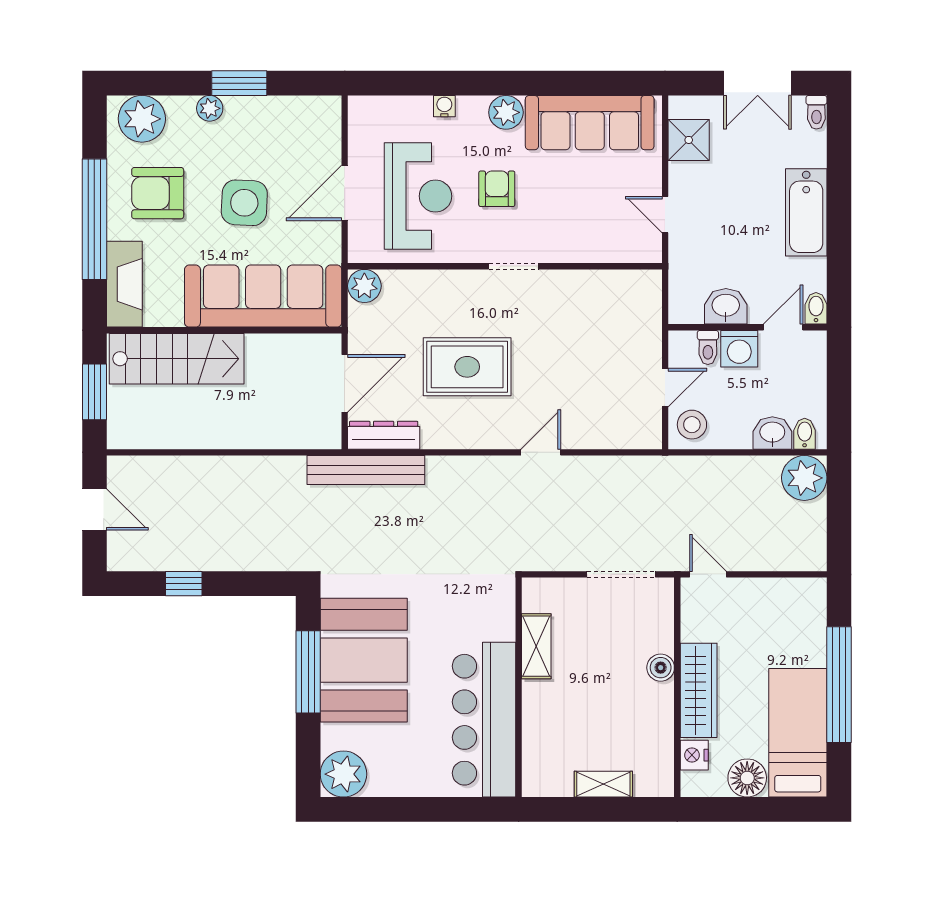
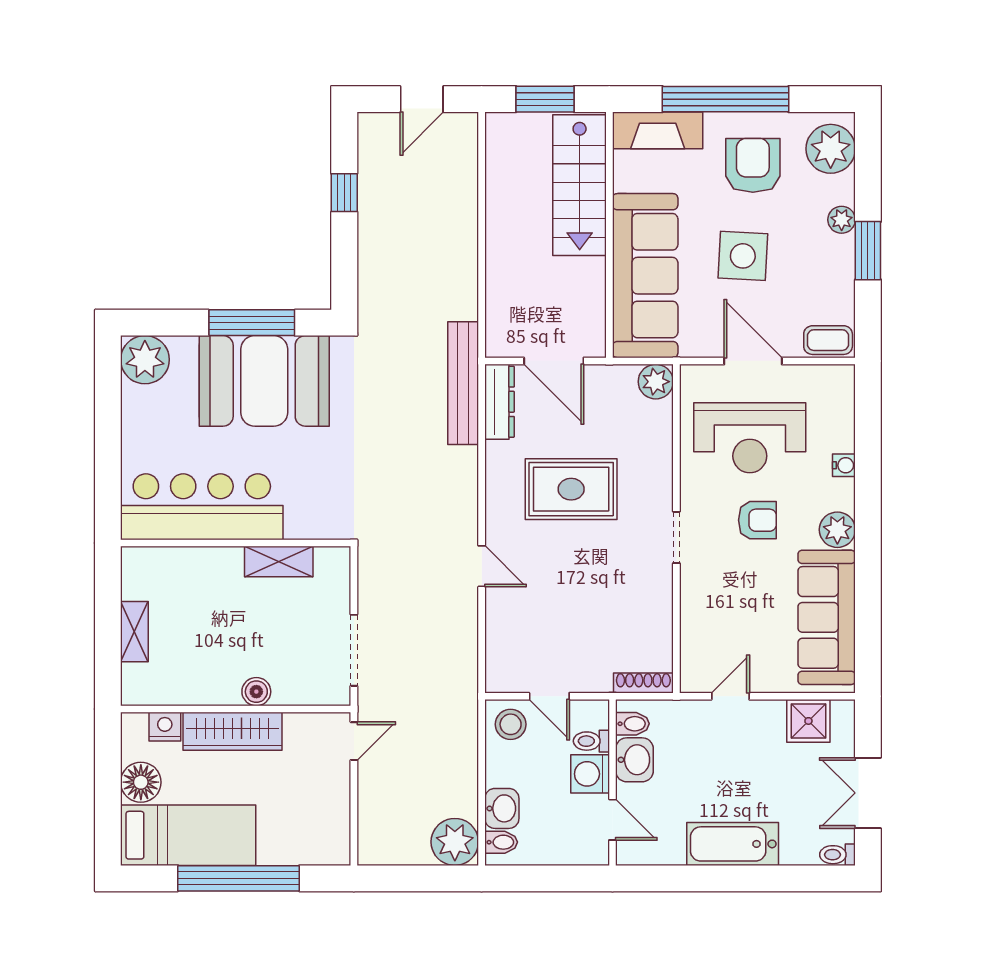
coffee table: (325, 121) -> (828, 340), added
shoe rack: (652, 298) -> (643, 683), added
bidet: (816, 308) -> (632, 724), moved
rug: (467, 367) -> (571, 489), turned 90

